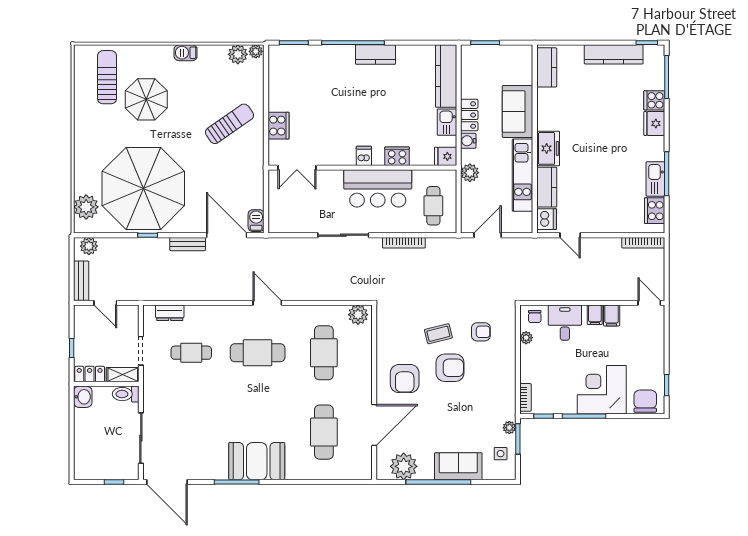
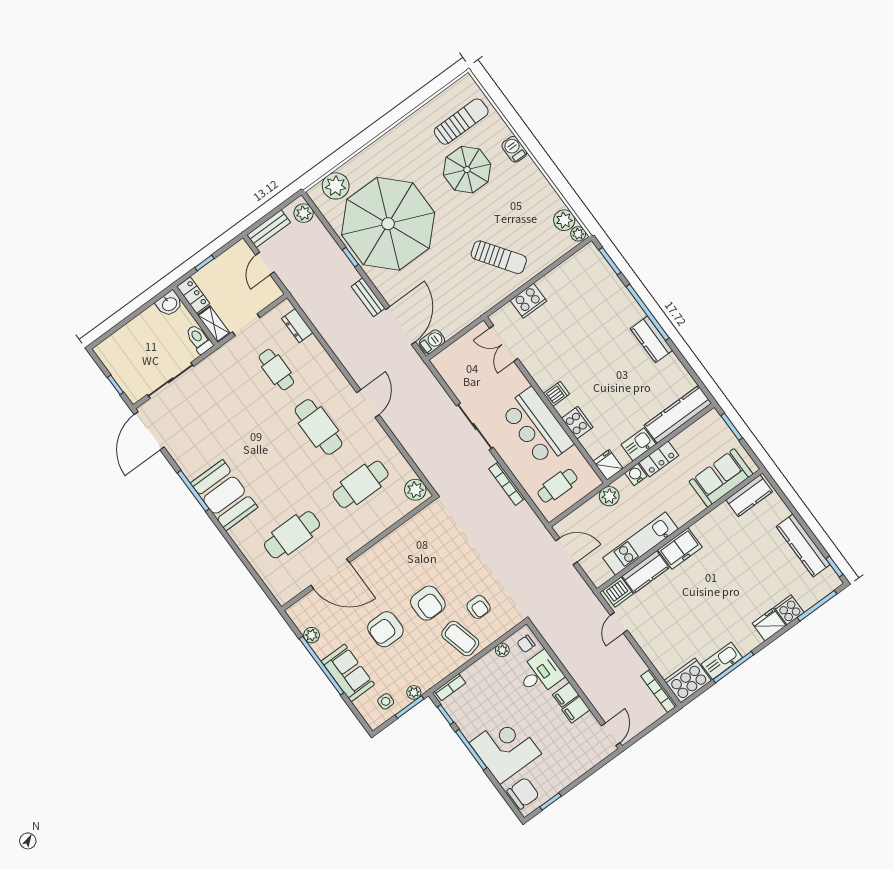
barbecue: (186, 53) -> (514, 149), moved
sofa: (518, 111) -> (721, 478), moved
cooker: (655, 211) -> (688, 681), width x1.37, depth x1.31
coffee table: (438, 334) -> (460, 638), moved, width x1.36, depth x1.30
armchair: (405, 379) -> (385, 629), moved
plant: (404, 466) -> (312, 635), width x0.53, depth x0.53

